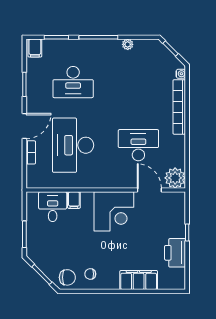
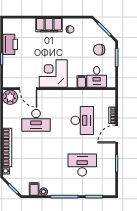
filing cabinet: (35, 48) -> (34, 189), moved
desk: (73, 145) -> (82, 120), width x0.73, depth x0.77
chair: (67, 277) -> (99, 50), moved
filing cabinet: (139, 280) -> (49, 25), moved

